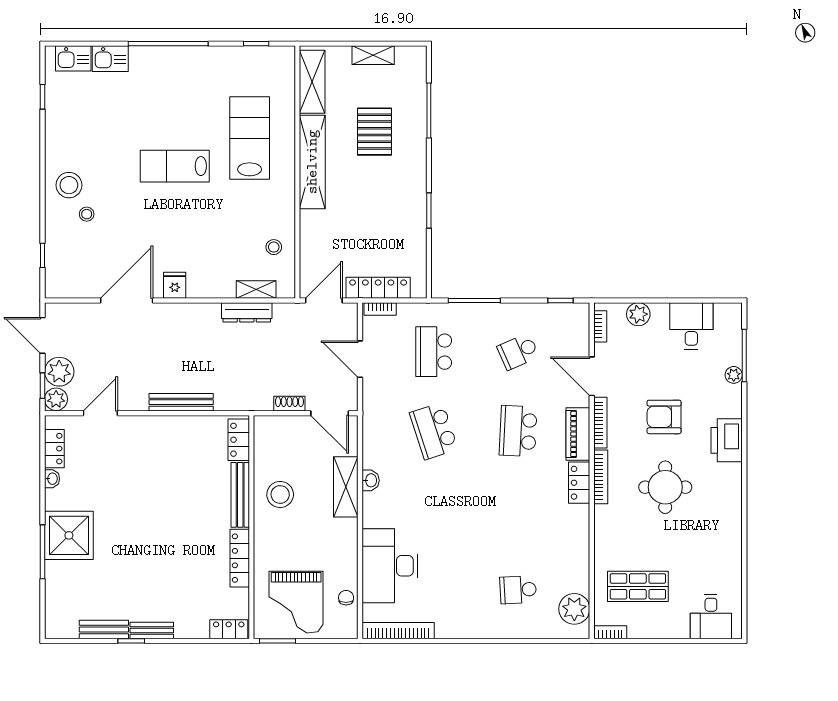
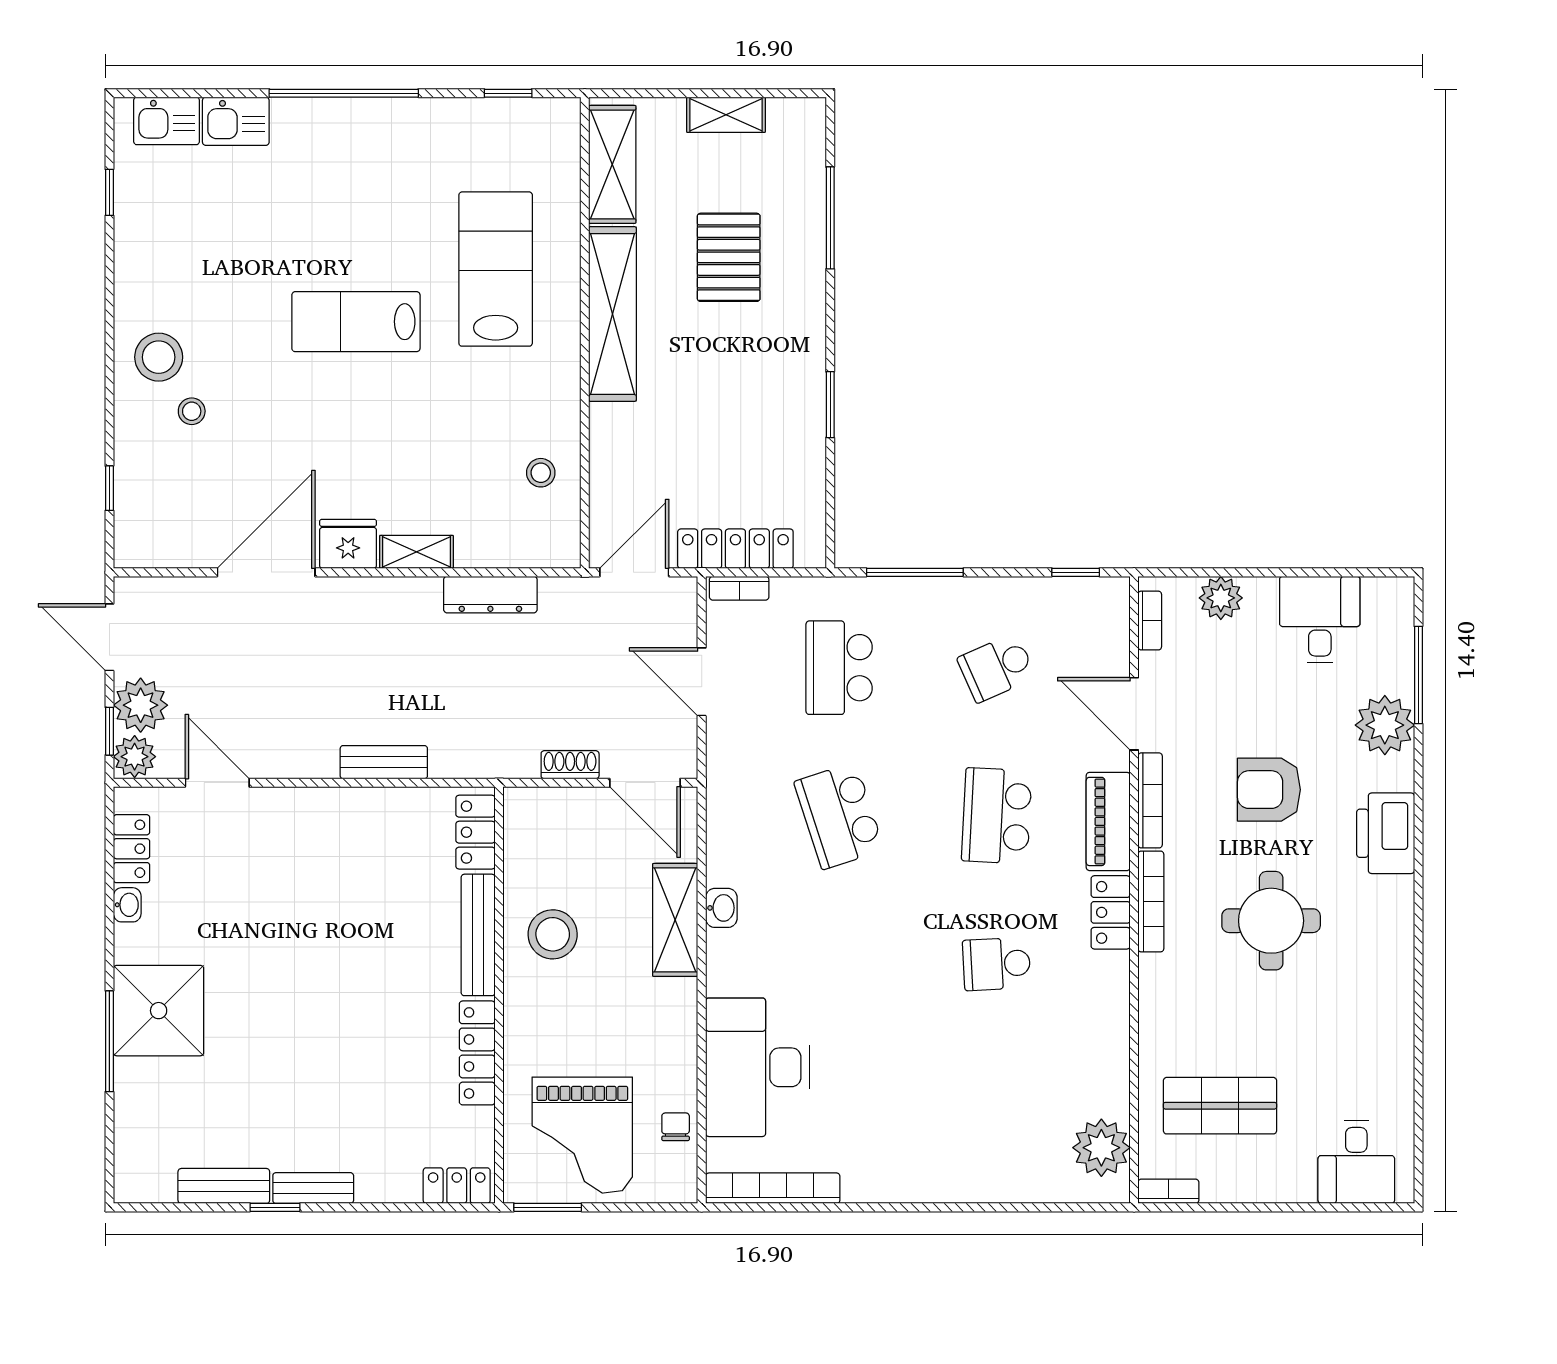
fridge: (175, 285) -> (348, 544), width x1.38
shelving: (256, 289) -> (416, 552), moved
plant: (734, 375) -> (1385, 725), width x1.87, depth x1.87
bench: (181, 402) -> (384, 762), width x0.73
door: (100, 413) -> (217, 783), hinge flipped
school desk: (518, 590) -> (997, 964), moved

